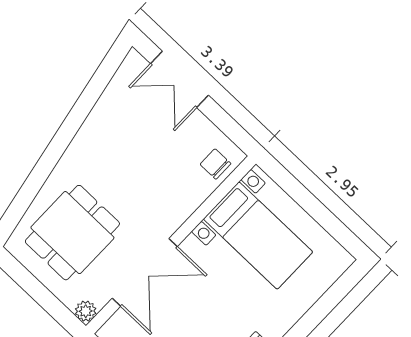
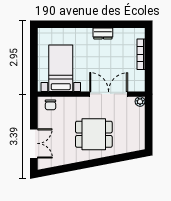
dining table: (72, 233) -> (94, 134), moved

